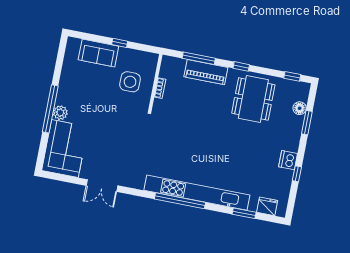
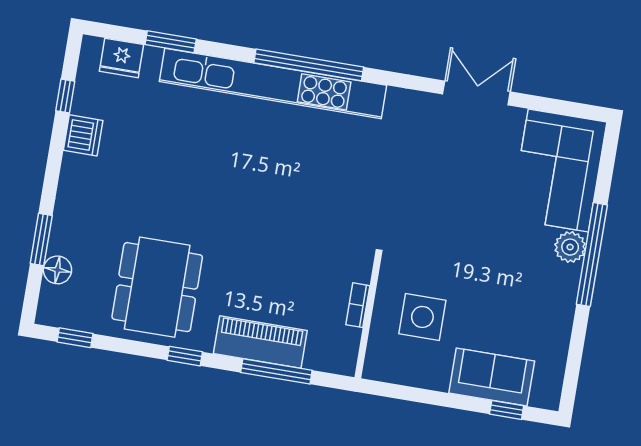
window: (120, 43) -> (507, 410), moved
dishwasher: (288, 160) -> (83, 135), moved
window: (297, 174) -> (65, 96), moved

